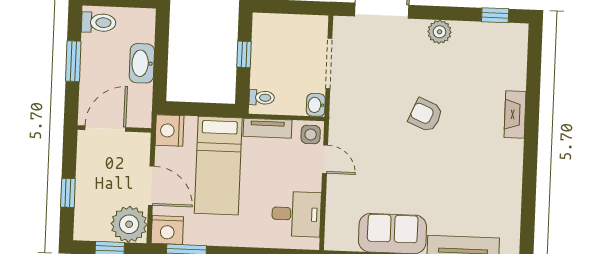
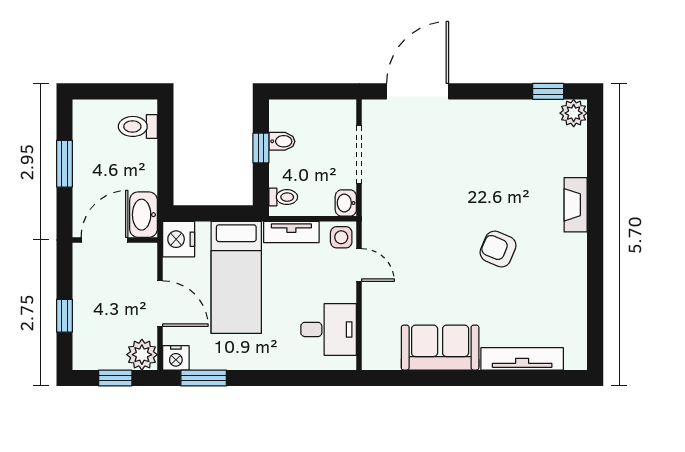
toilet: (99, 22) -> (138, 126), moved, turned 180
plant: (439, 32) -> (574, 113), moved
bidet: (263, 49) -> (282, 141), added
washbasin: (142, 63) -> (144, 215), moved
armchair: (426, 115) -> (498, 249), moved
plant: (129, 224) -> (142, 355), width x0.73, depth x0.73
nightstand: (167, 230) -> (176, 358), width x0.74, depth x0.75

